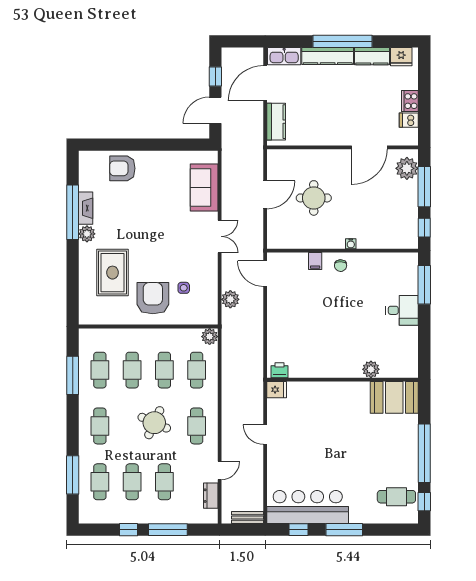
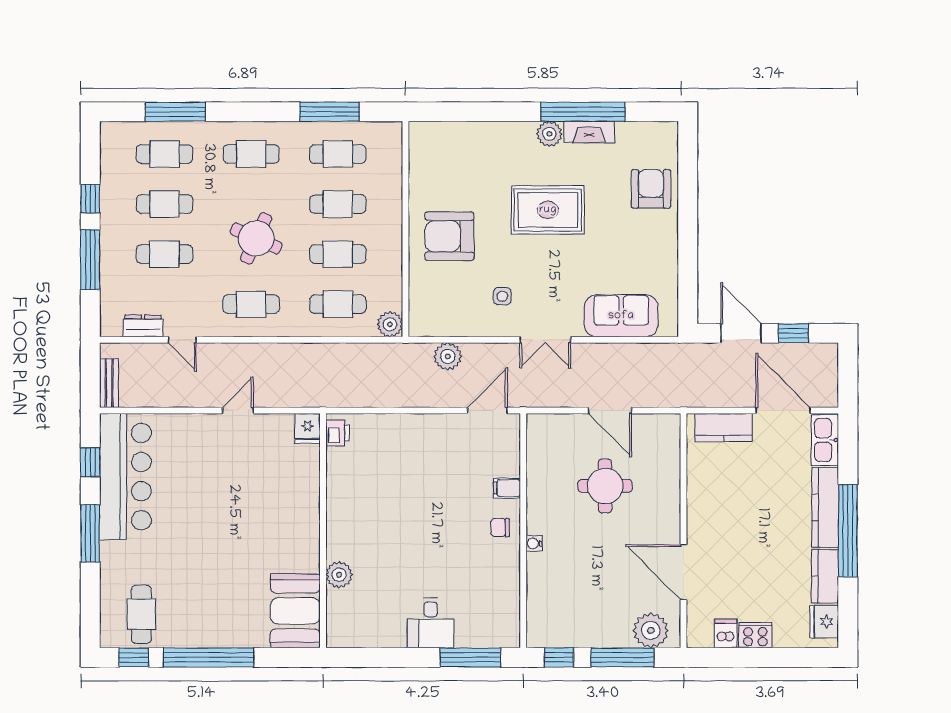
rug: (113, 273) -> (548, 210), moved
side table: (184, 288) -> (502, 296), moved
armchair: (153, 298) -> (449, 236), turned 180

